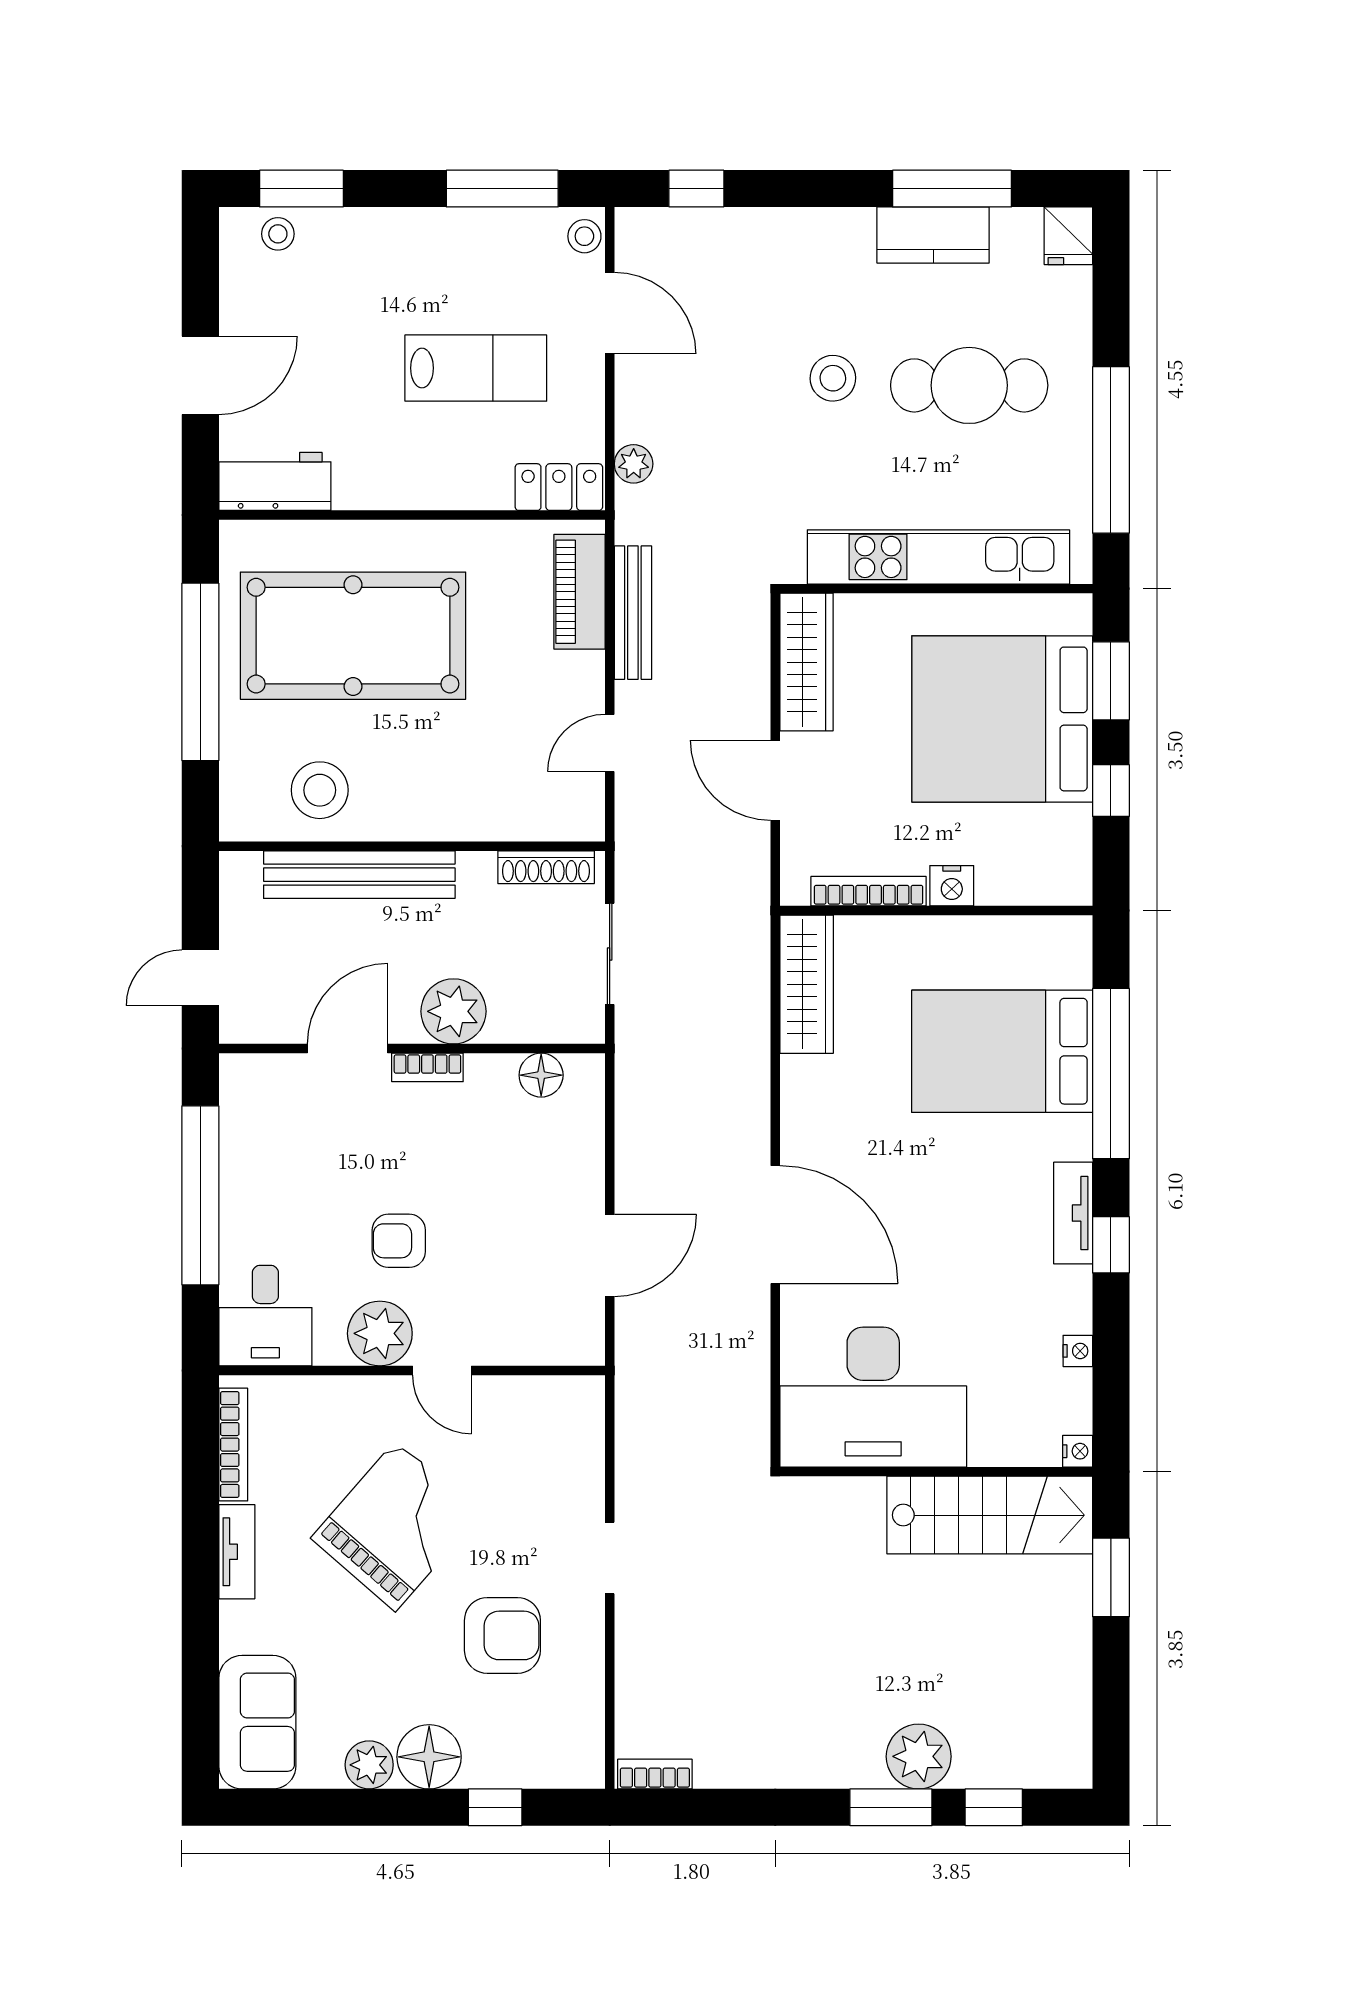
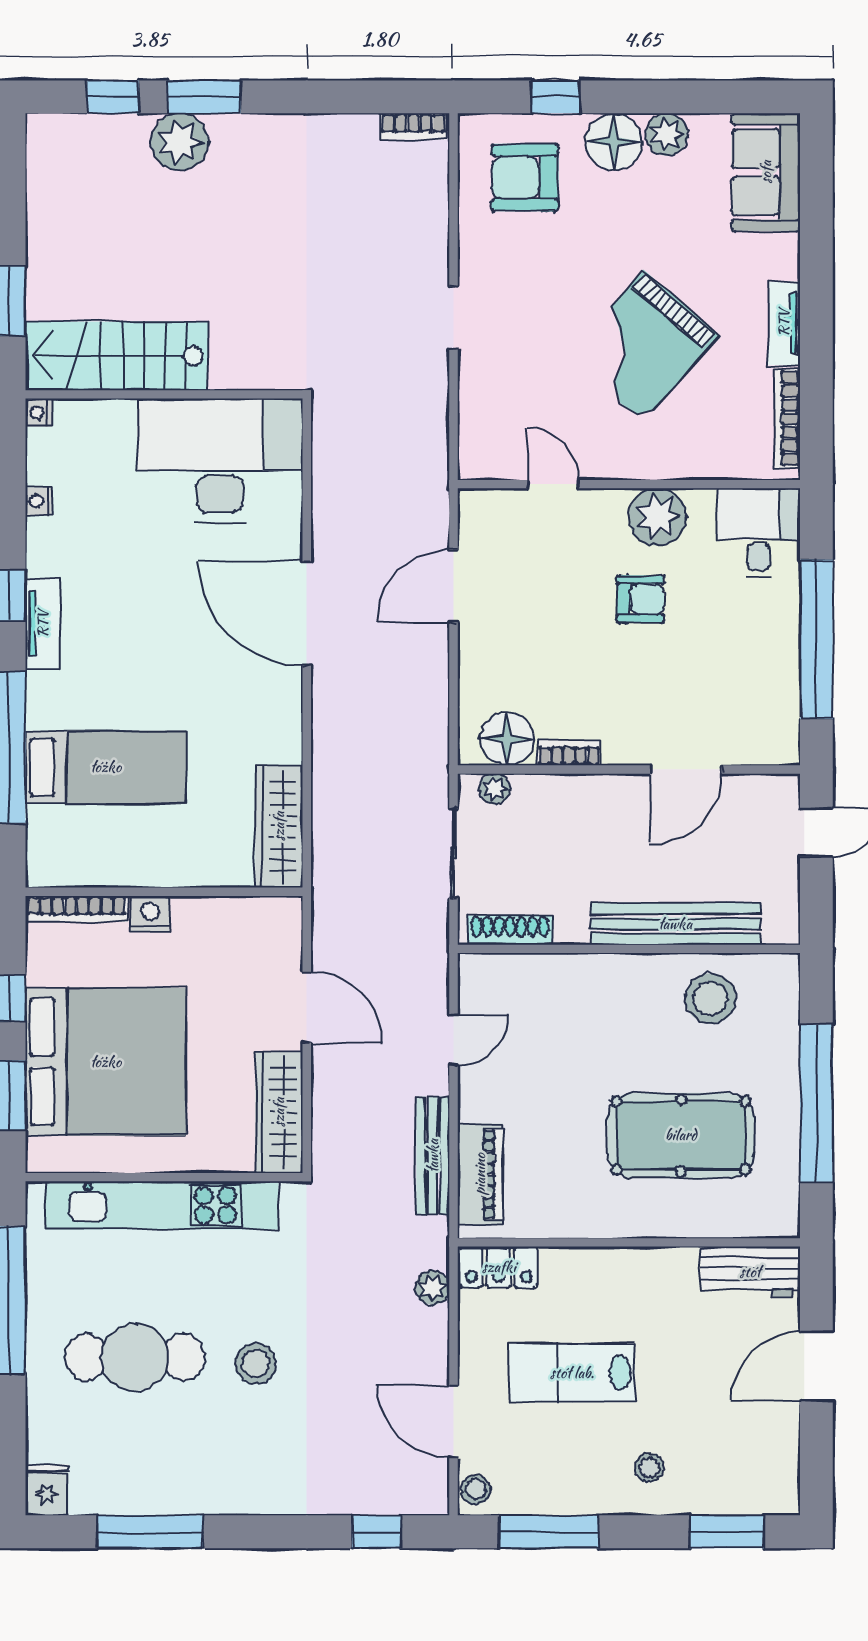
stool: (278, 234) -> (649, 1468), moved
kitchen counter: (933, 235) -> (167, 1491), removed
pool table: (353, 636) -> (681, 1135), width x0.73, depth x0.76
bookcase: (869, 891) -> (77, 909), moved
plant: (453, 1011) -> (495, 789), moved, width x0.53, depth x0.53
bed: (1002, 1051) -> (106, 767), width x0.67
bookcase: (427, 1067) -> (569, 753), moved
floor lamp: (541, 1075) -> (507, 739), width x1.38, depth x1.38
door: (442, 1370) -> (553, 484), moved
armchair: (502, 1635) -> (525, 178), moved

